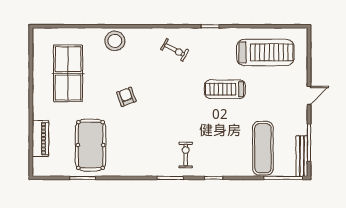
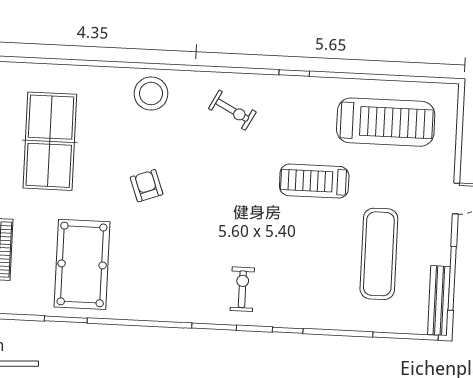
stool: (115, 41) -> (151, 94), moved
exercise mat: (263, 148) -> (379, 254), moved

